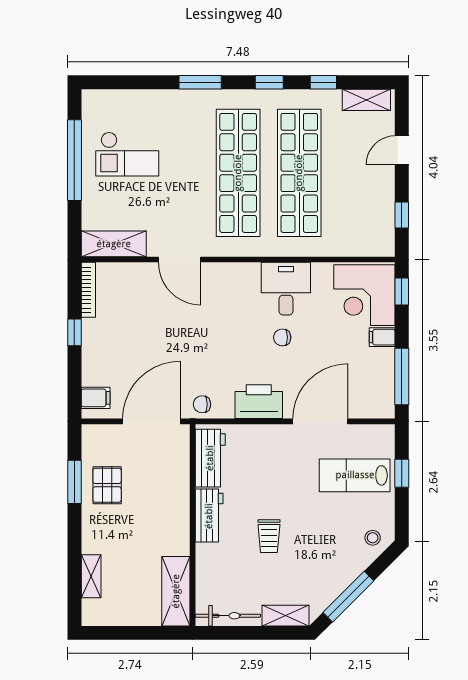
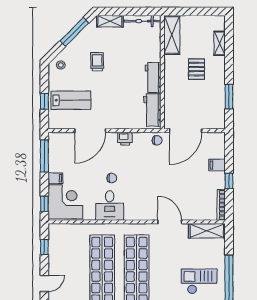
filing cabinet: (96, 398) -> (217, 165), moved
printer: (259, 402) -> (125, 139), width x0.53, depth x0.68
pallet: (107, 485) -> (197, 69), moved
trolley: (269, 536) -> (97, 62), moved

